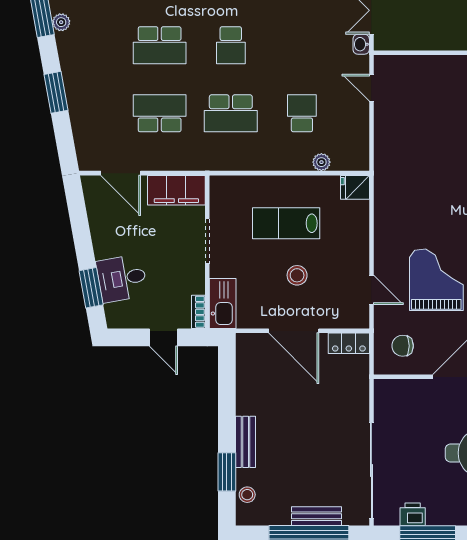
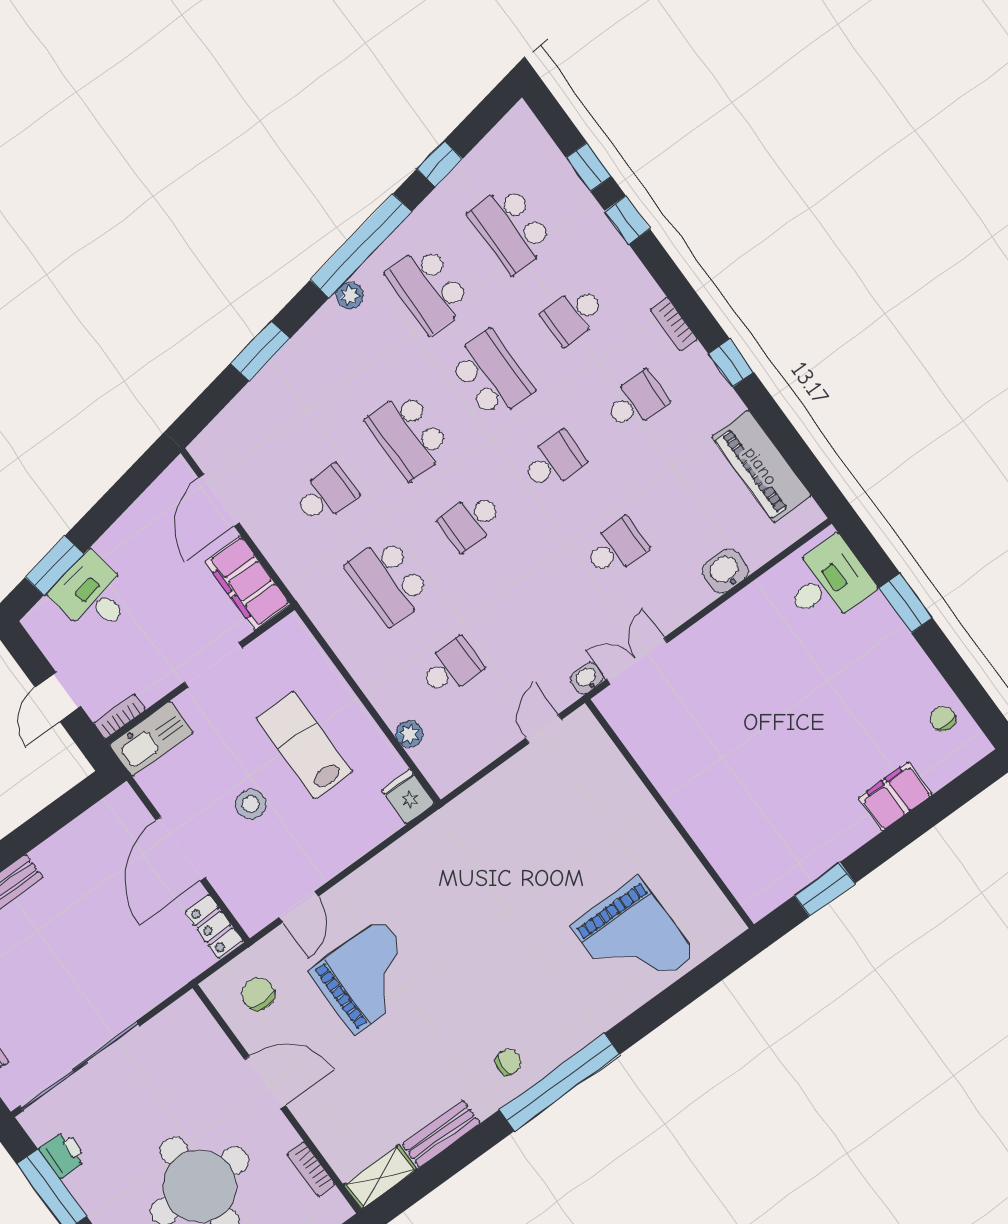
school desk: (160, 113) -> (326, 495), width x0.54

